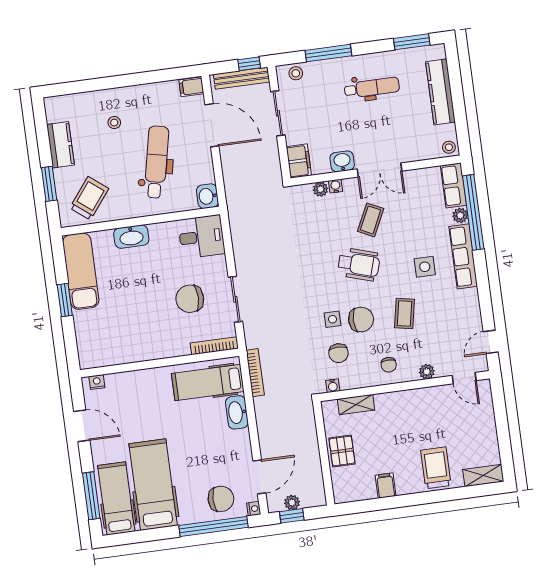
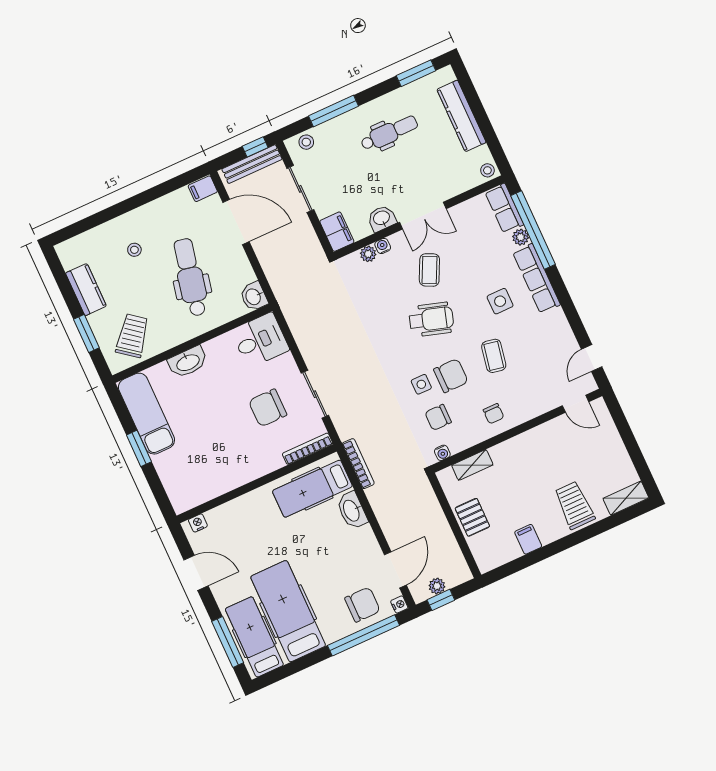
chair: (339, 353) -> (438, 417), turned 90
plant: (427, 372) -> (535, 409), removed

